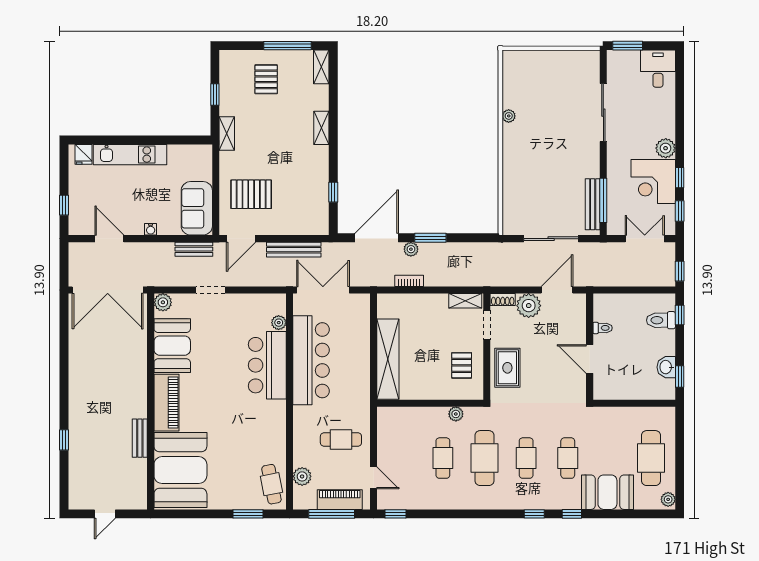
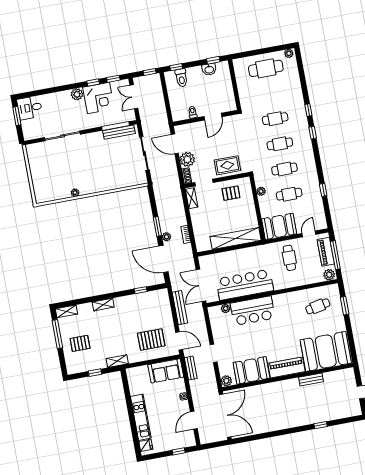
window: (628, 46) -> (17, 116), moved
pallet: (251, 194) -> (151, 340), turned 90
cafe table: (484, 458) -> (284, 169), width x0.73, depth x0.74
plant: (302, 476) -> (329, 275), moved
cafe table: (271, 484) -> (318, 306), moved
booth: (607, 492) -> (279, 226), moved, turned 90
window: (395, 514) -> (323, 190), moved

